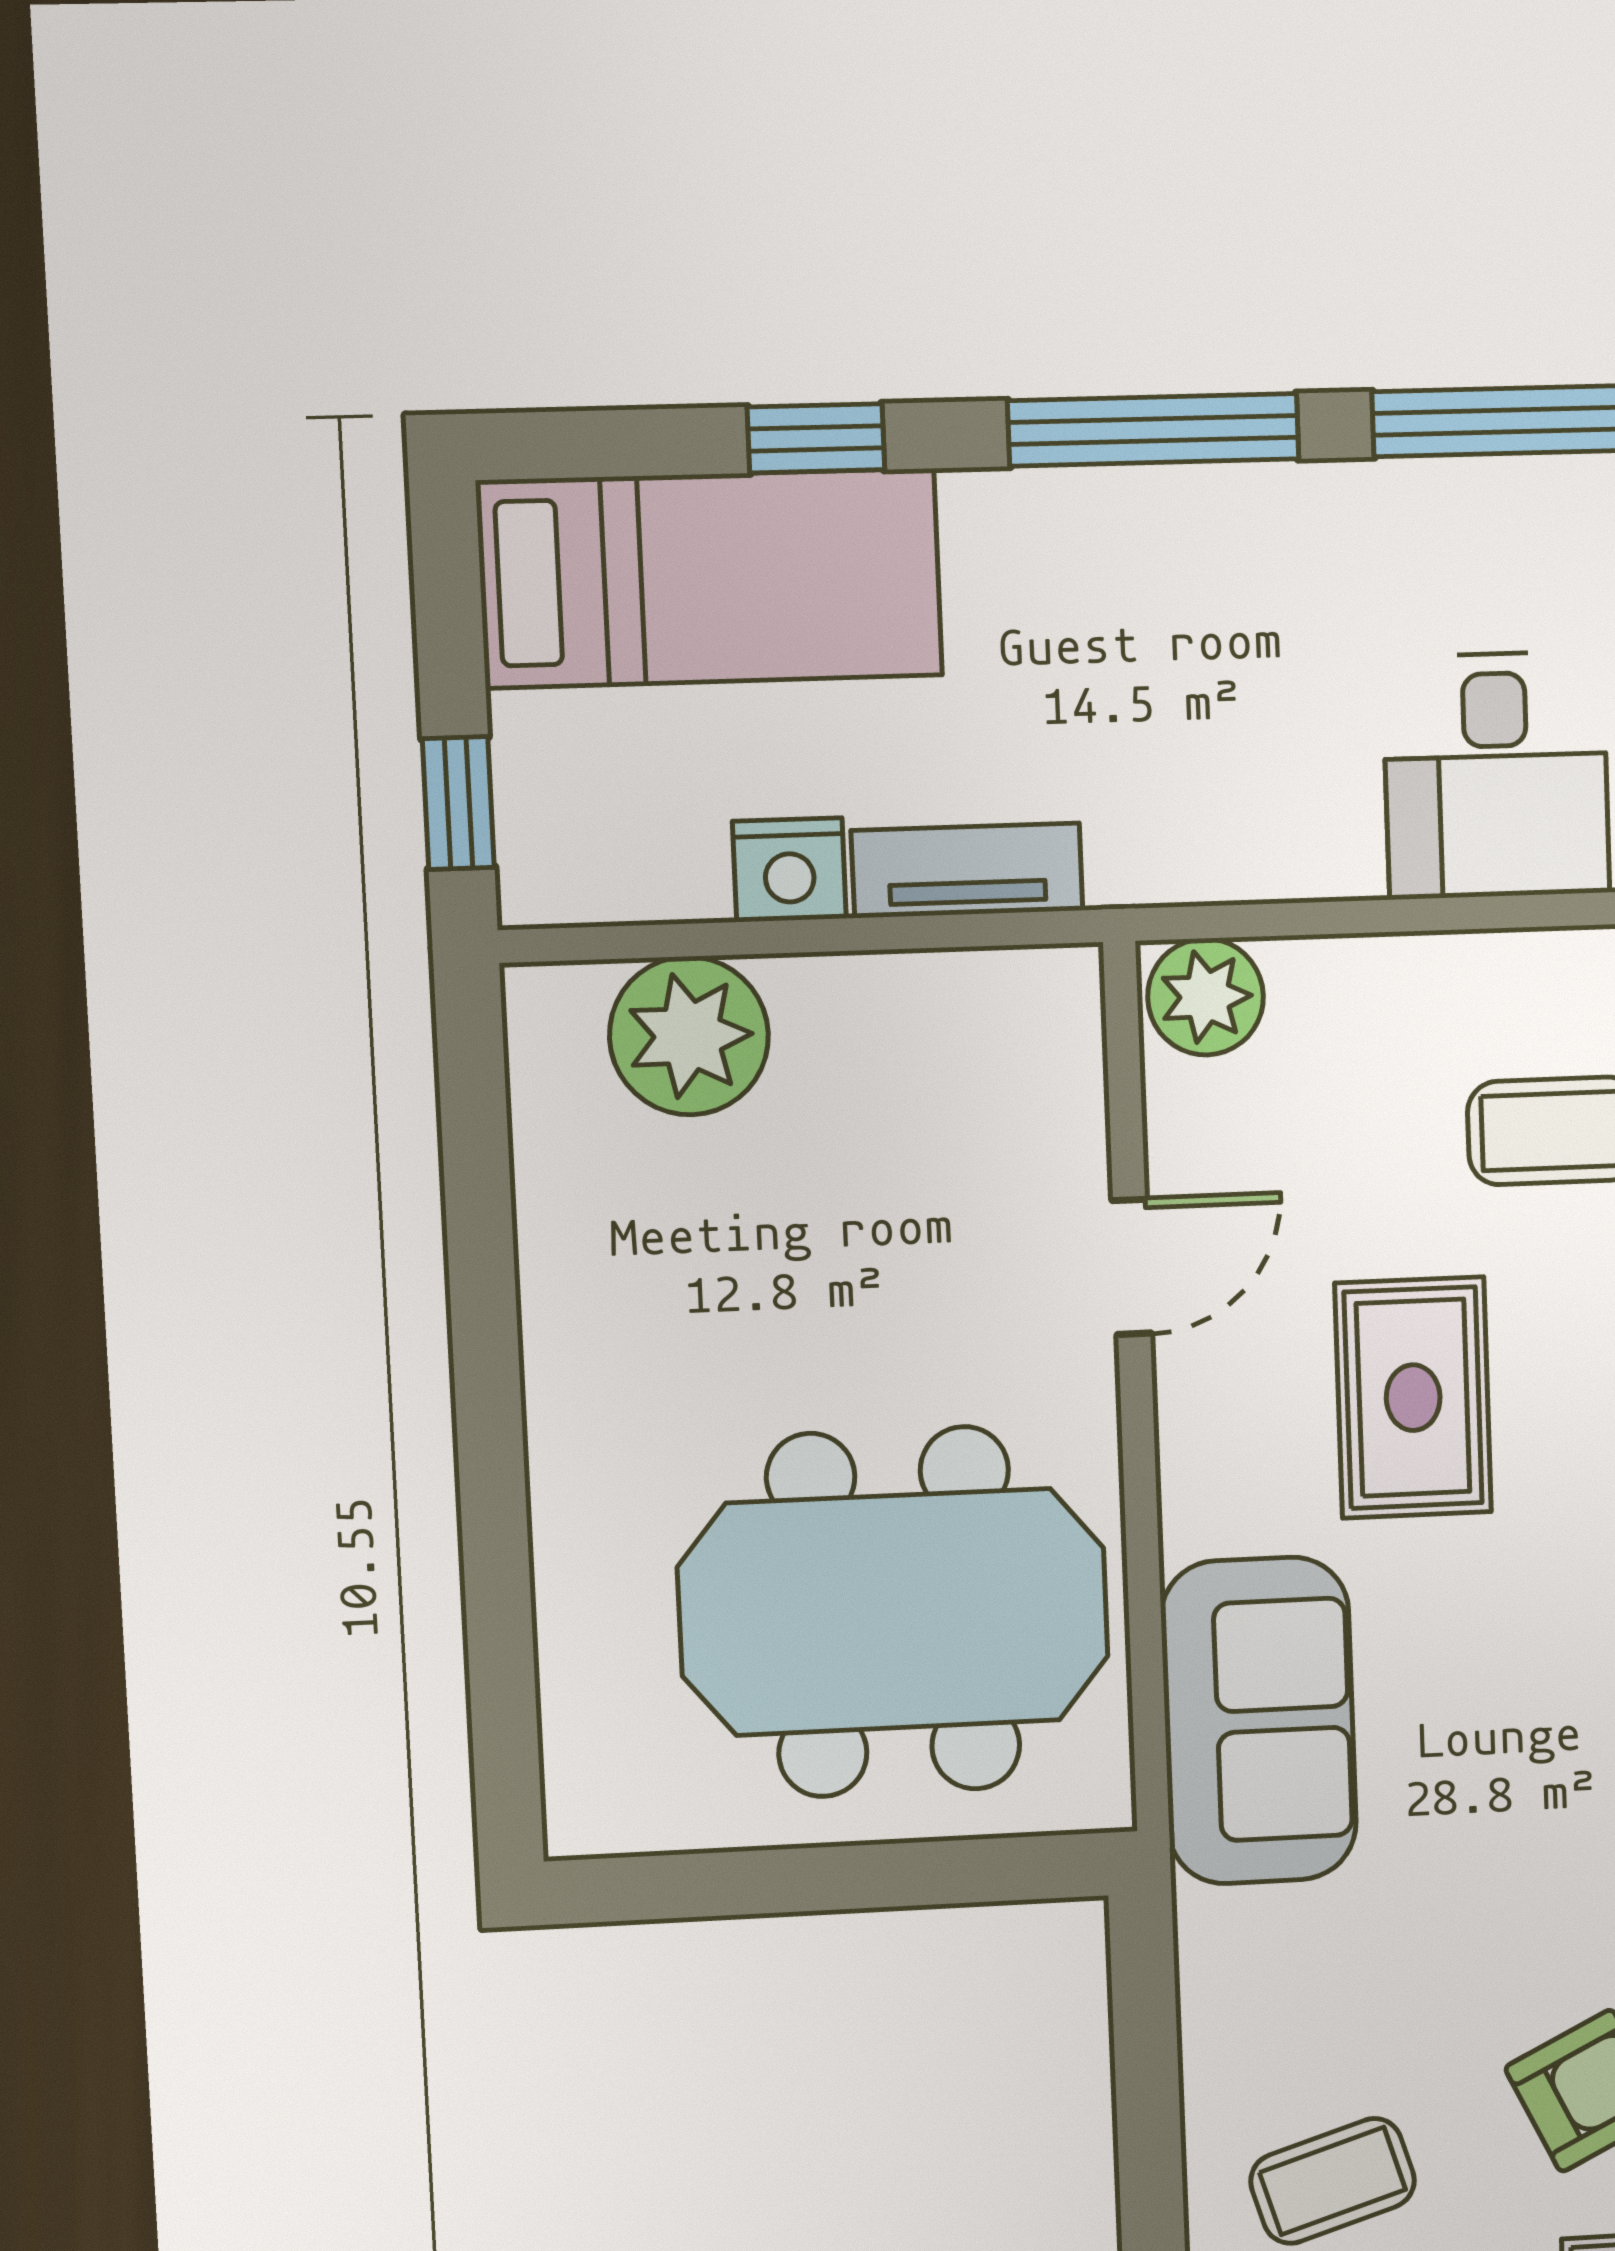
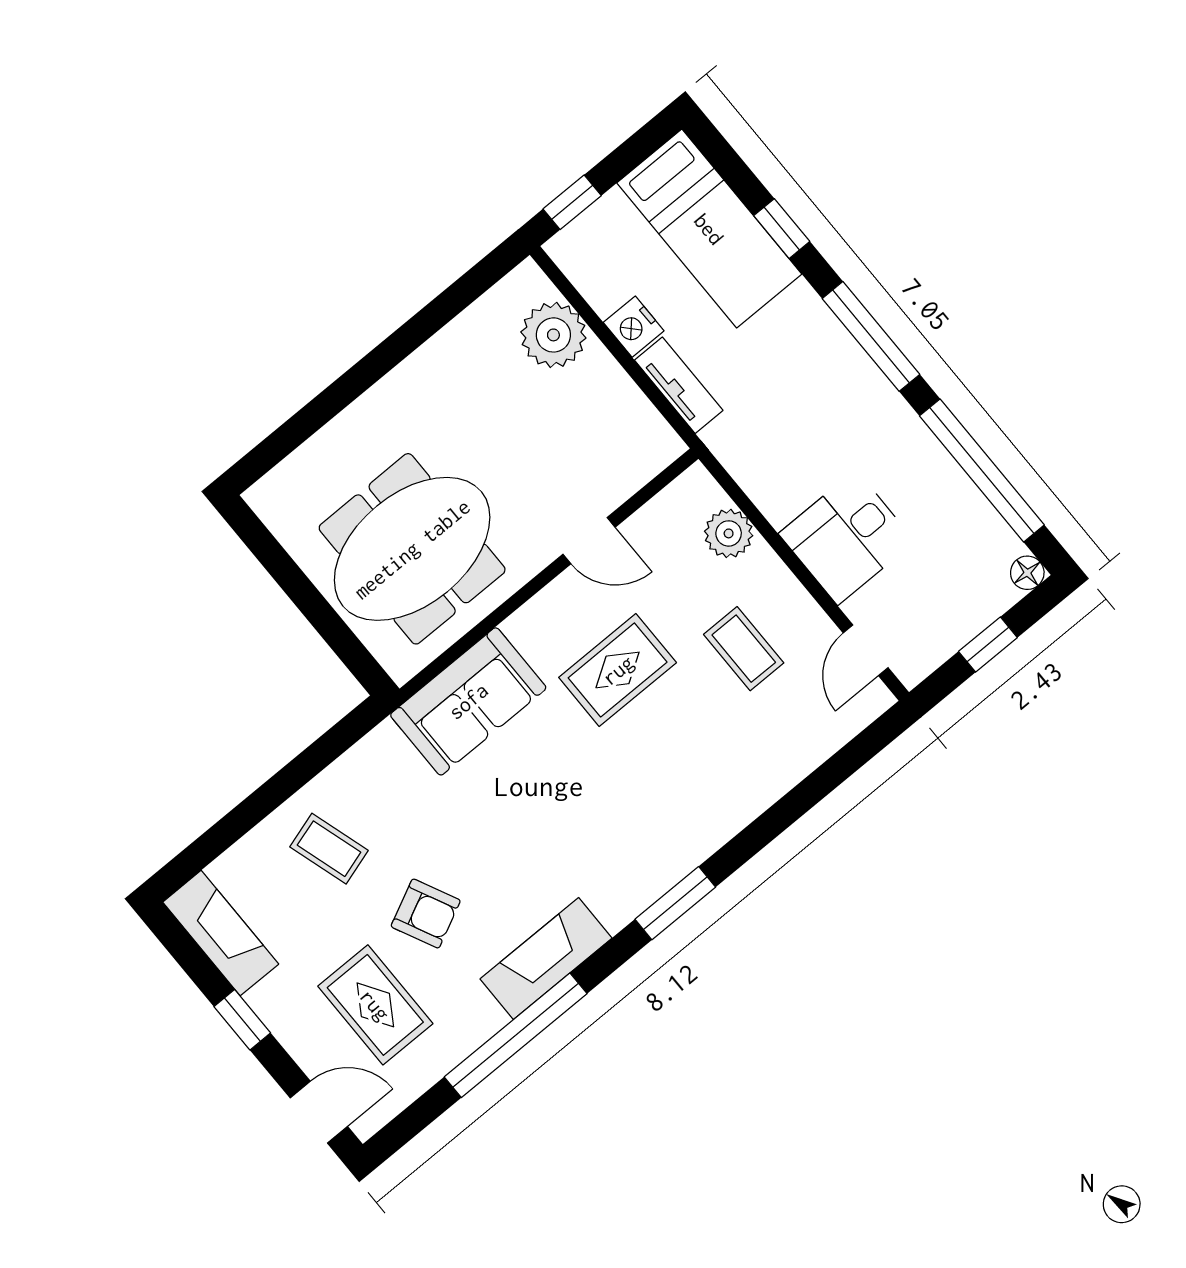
plant: (1206, 997) -> (729, 533), moved
meeting table: (894, 1612) -> (412, 549), turned 90

